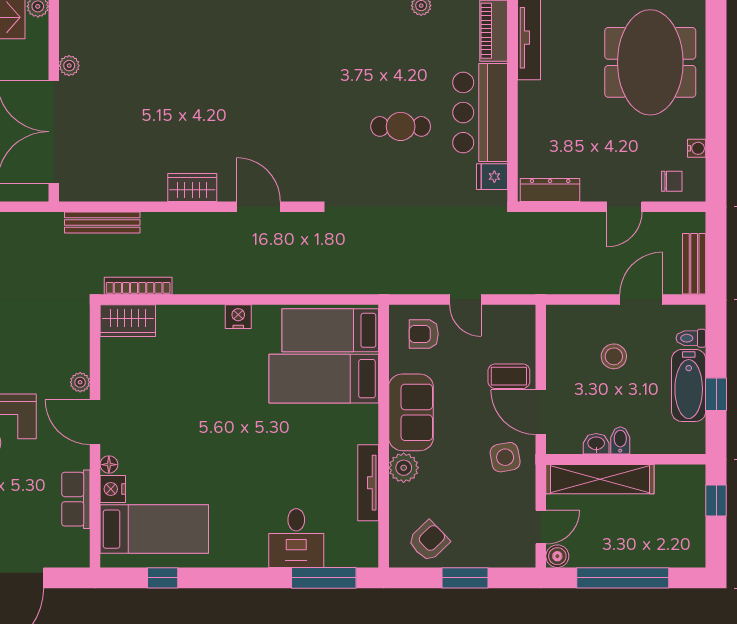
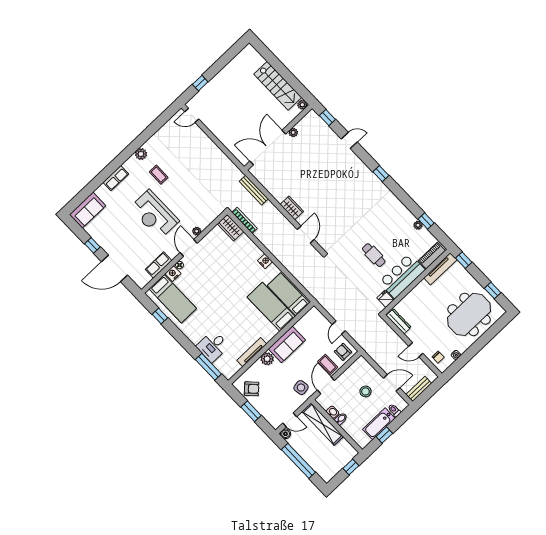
armchair: (424, 334) -> (343, 352), moved

